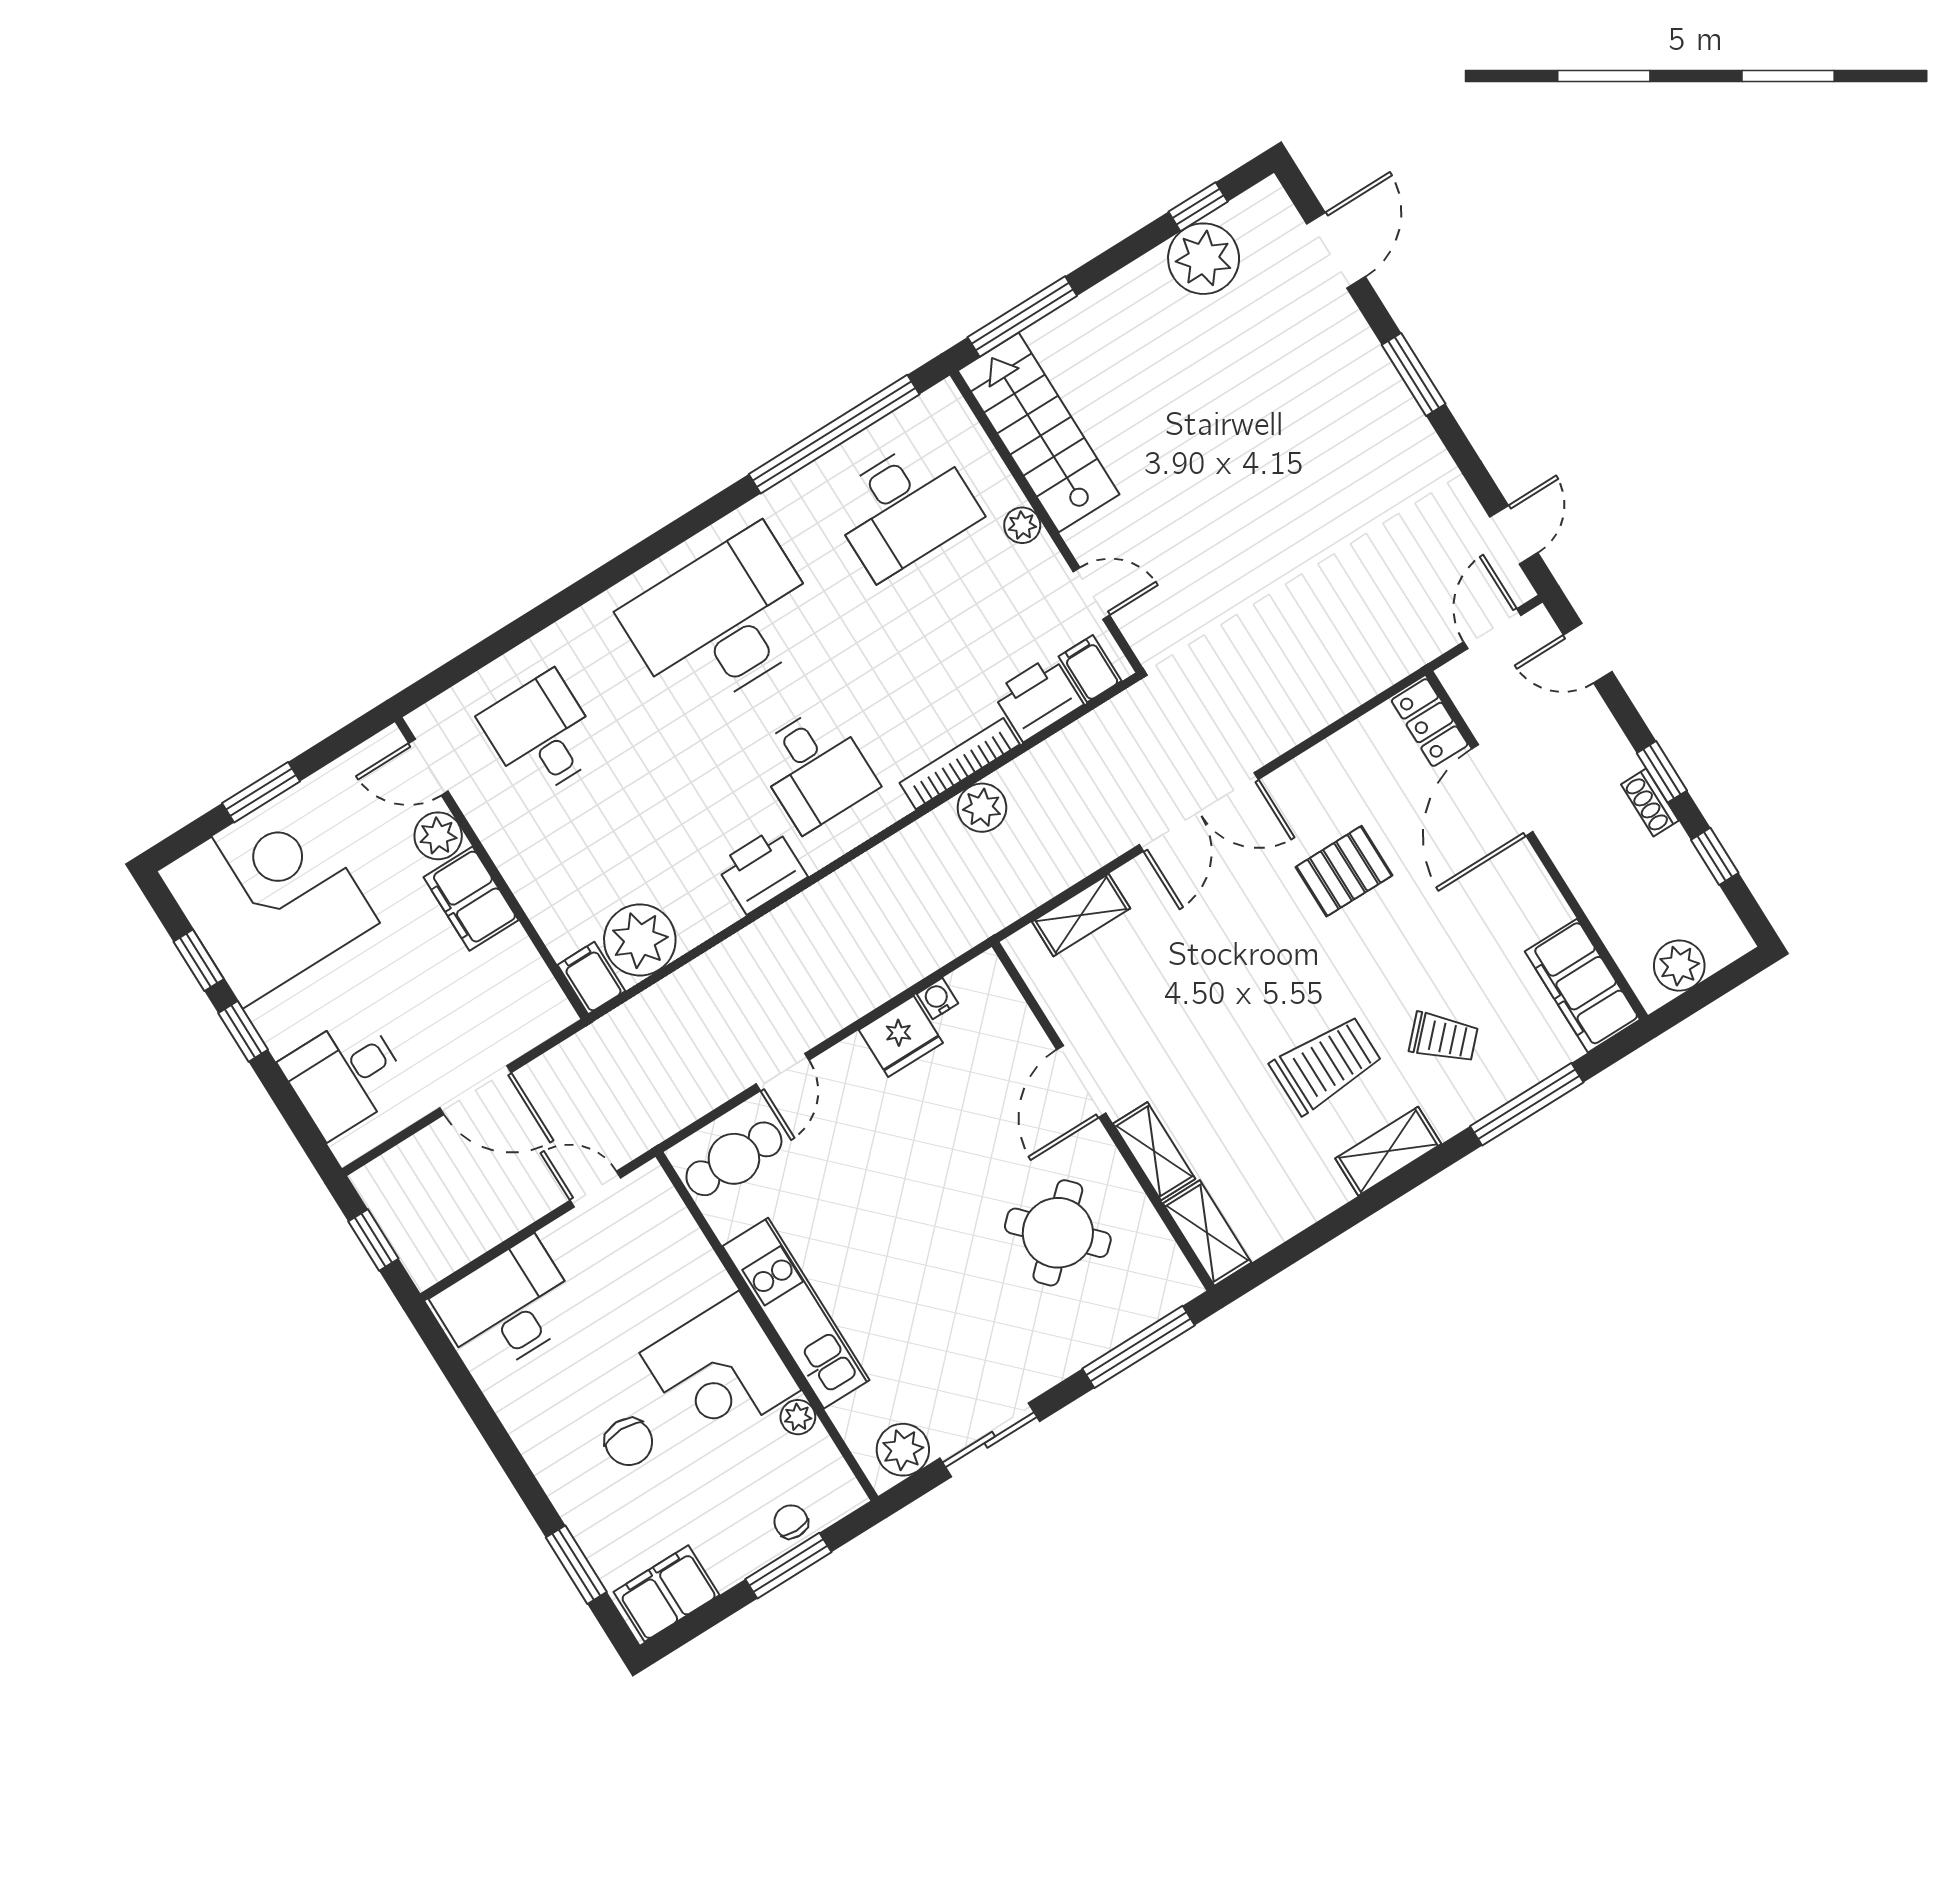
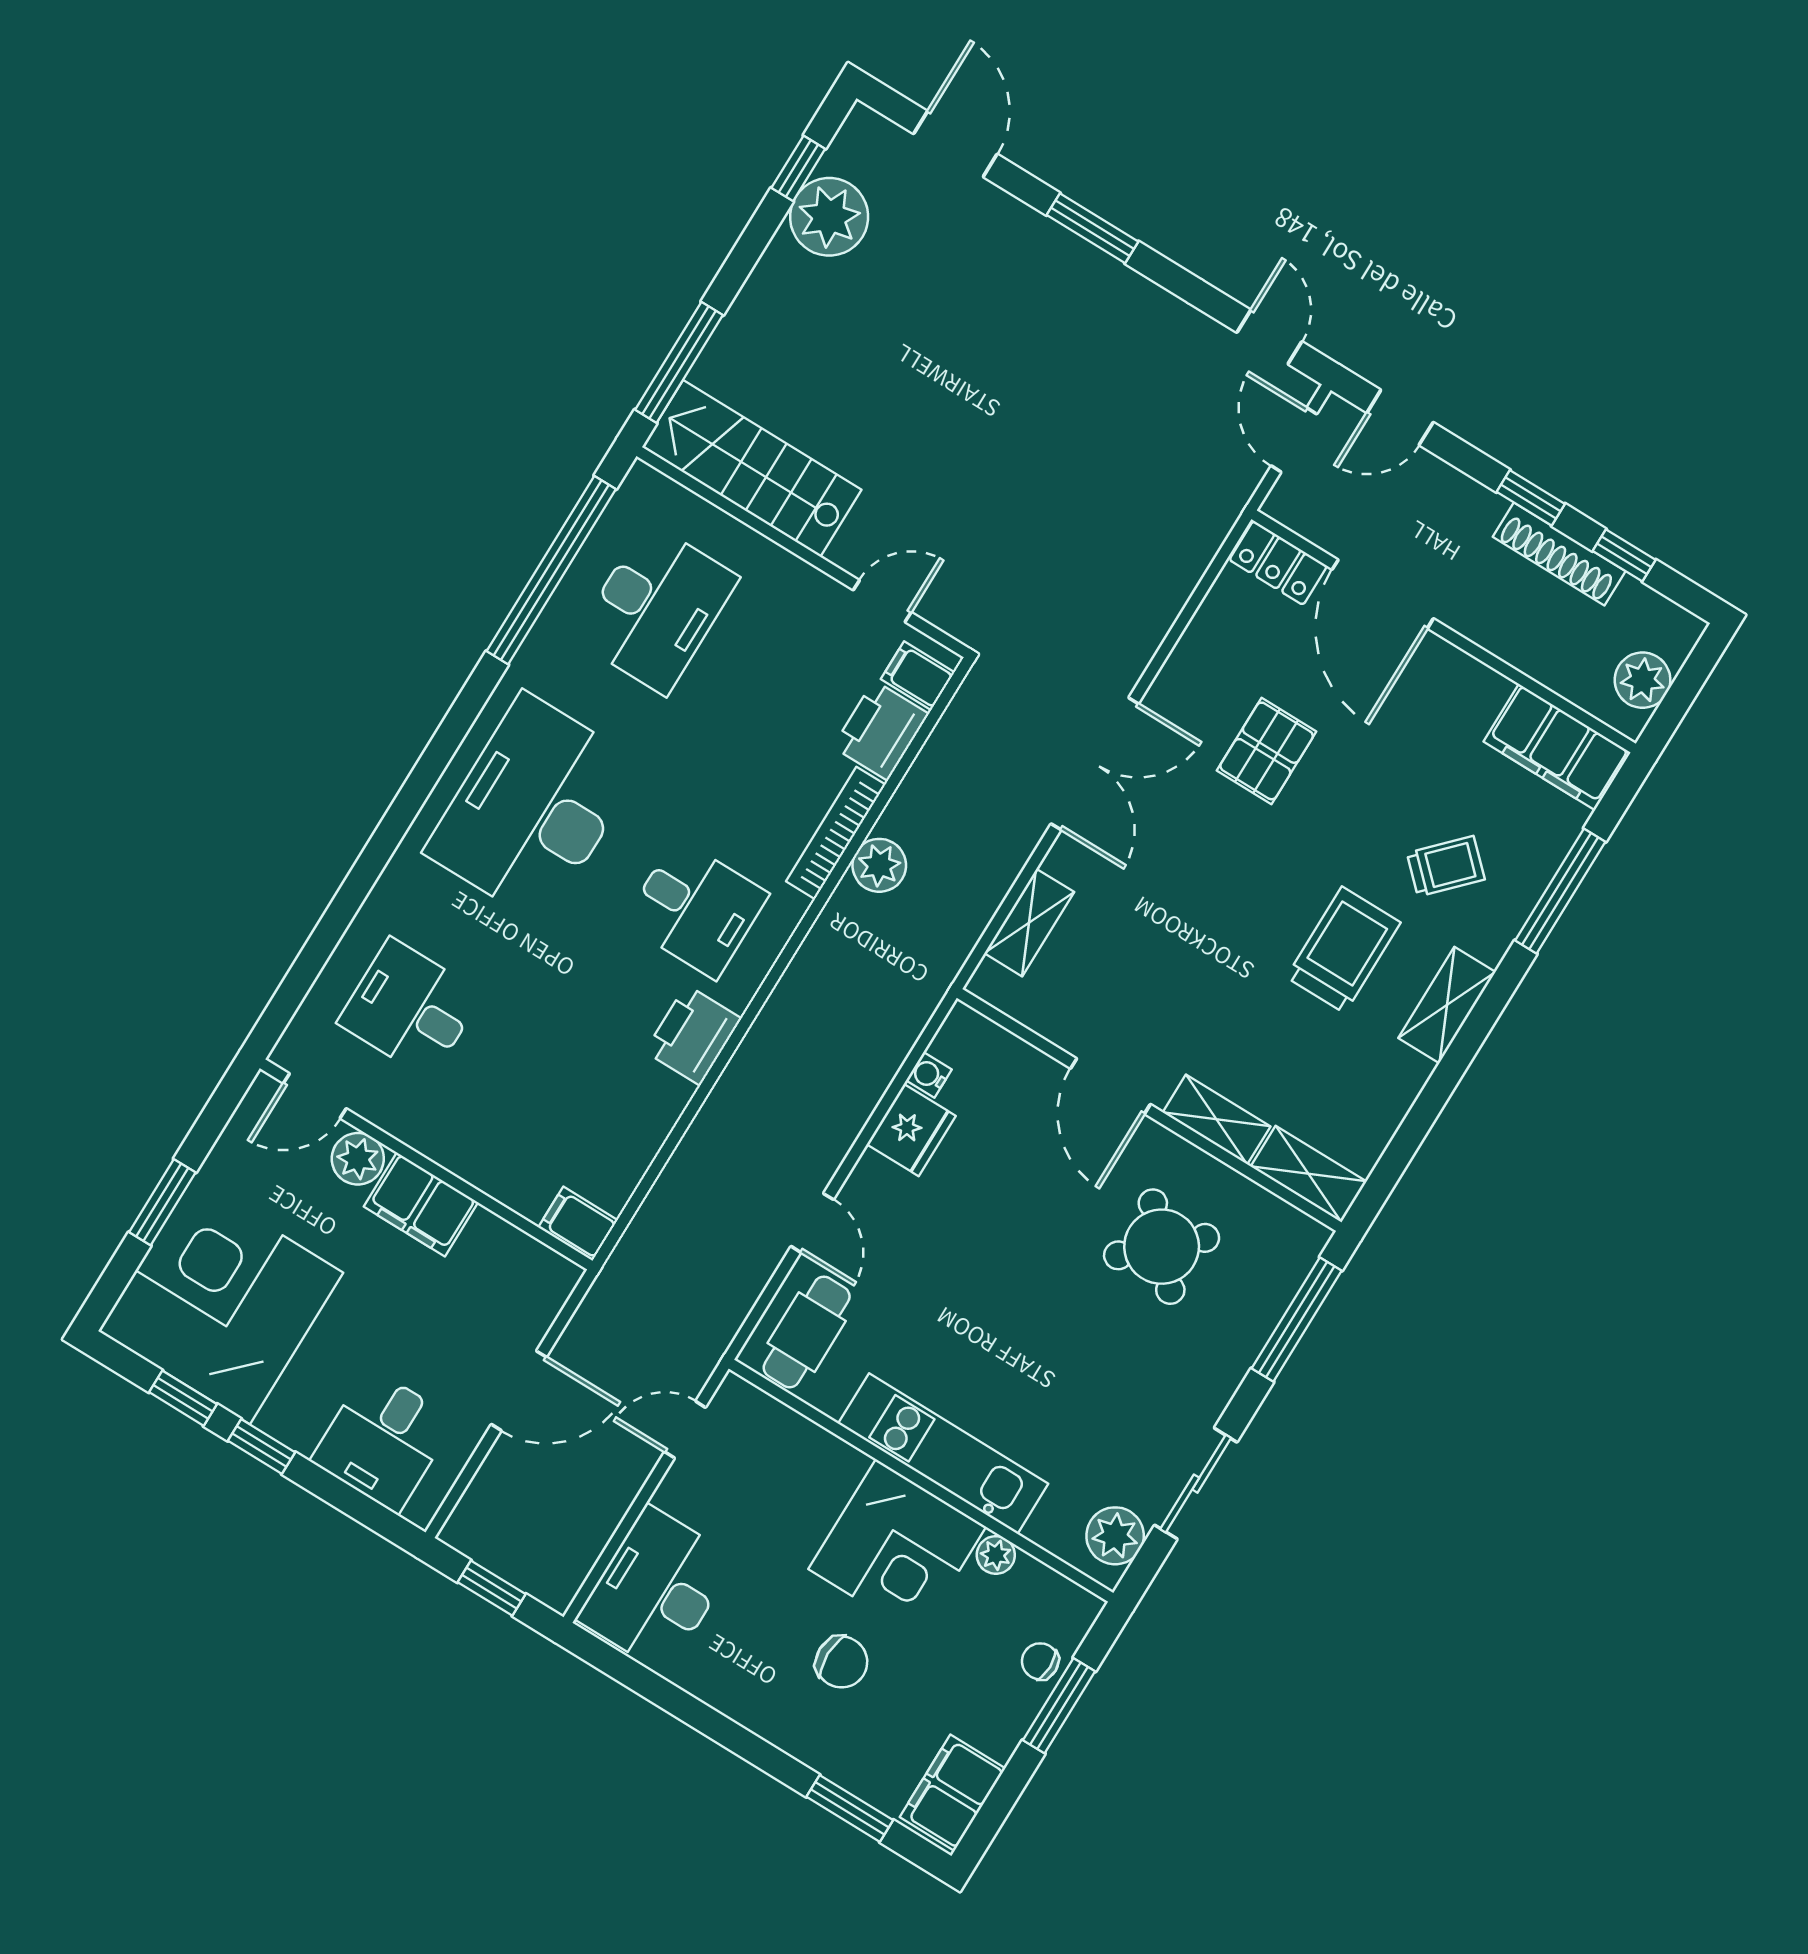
plant: (1022, 525) -> (781, 568), removed
shoe rack: (1650, 802) -> (1559, 554), width x1.94, depth x1.24
plant: (640, 940) -> (607, 1163), removed

